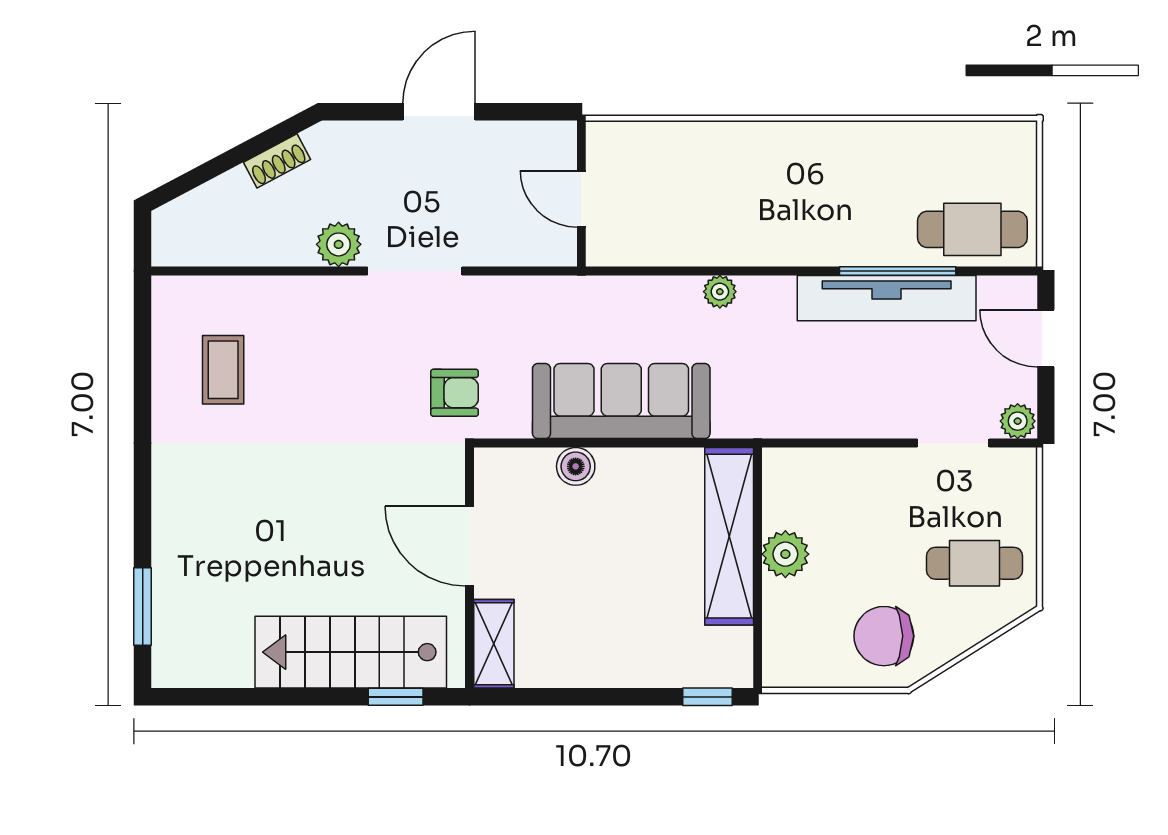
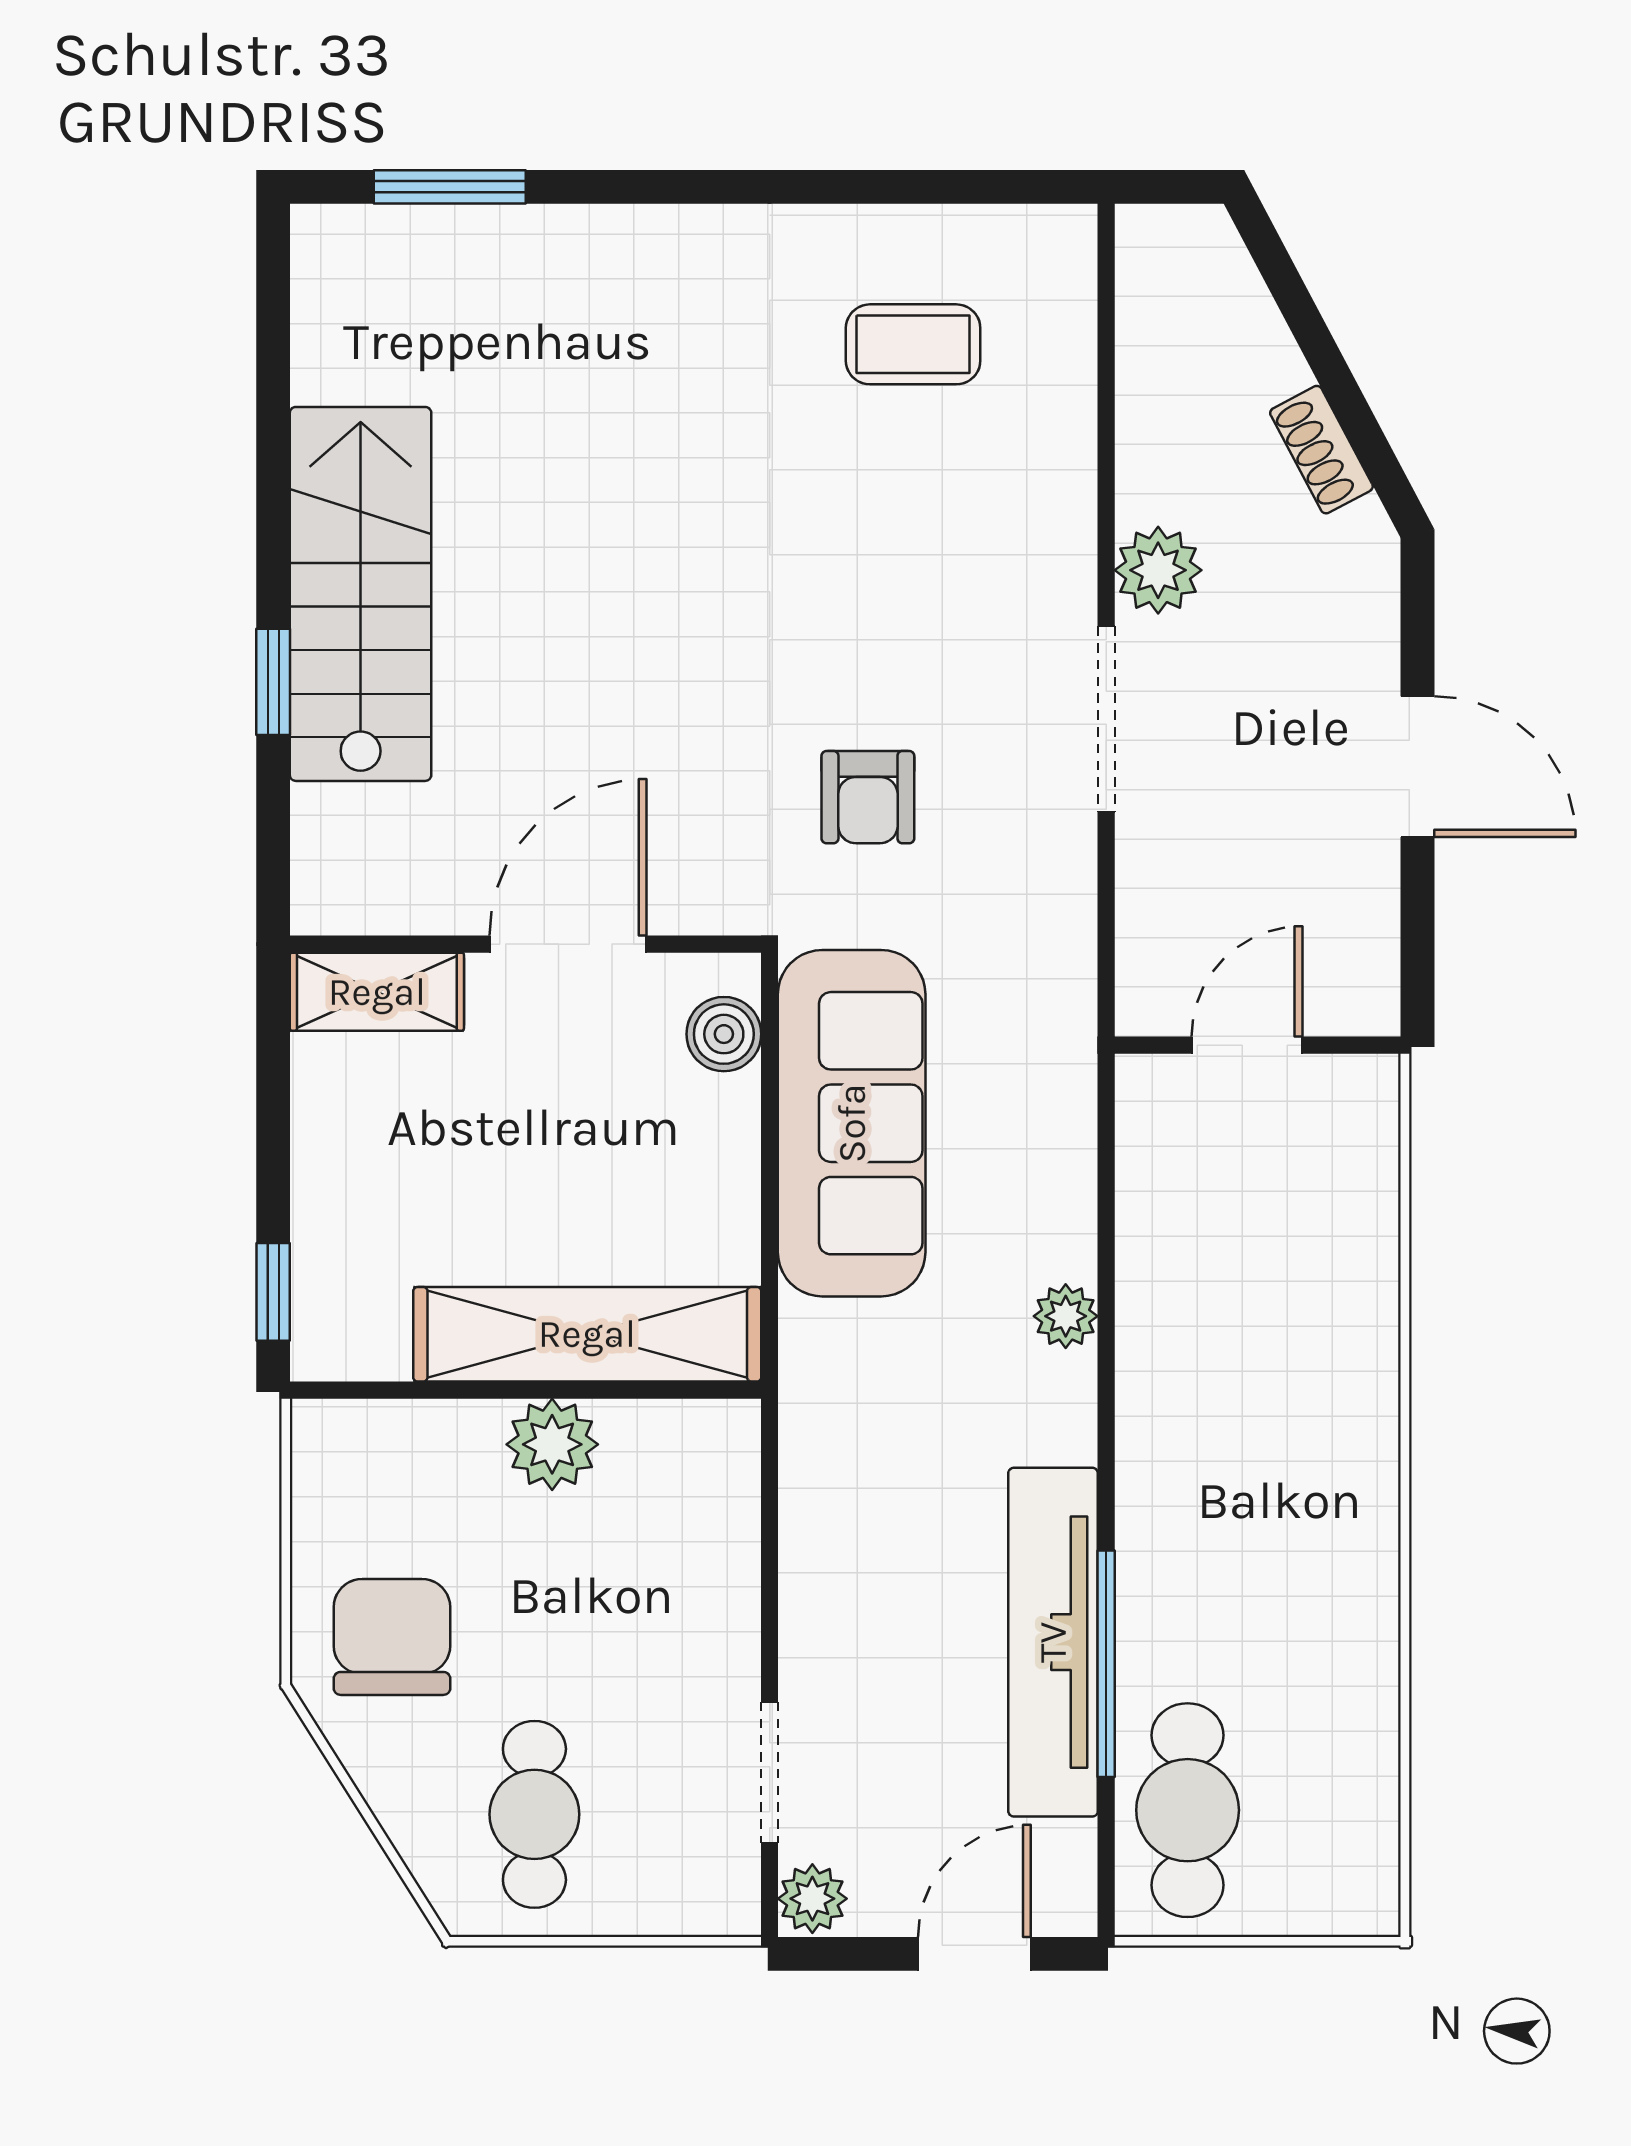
door: (469, 546) -> (568, 944), moved
wall: (469, 568) -> (526, 944), moved
shelving: (494, 644) -> (377, 992), moved

